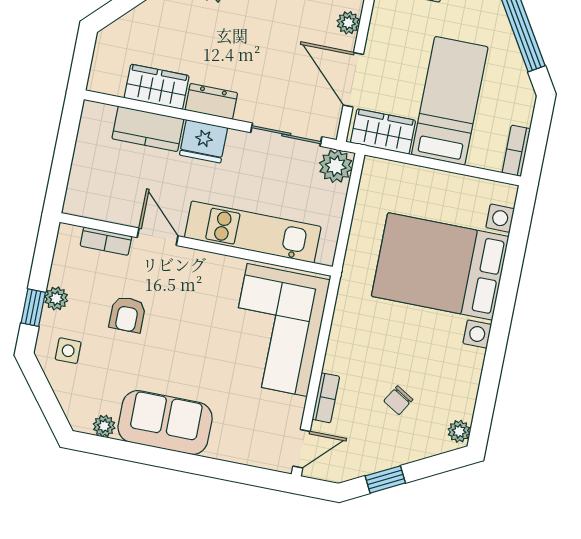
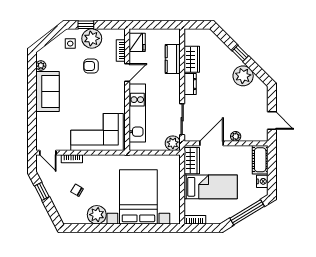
fridge: (203, 141) -> (137, 42), moved, turned 180
plant: (56, 298) -> (92, 38), width x1.88, depth x1.88
plant: (459, 431) -> (97, 215), moved, width x1.88, depth x1.88

